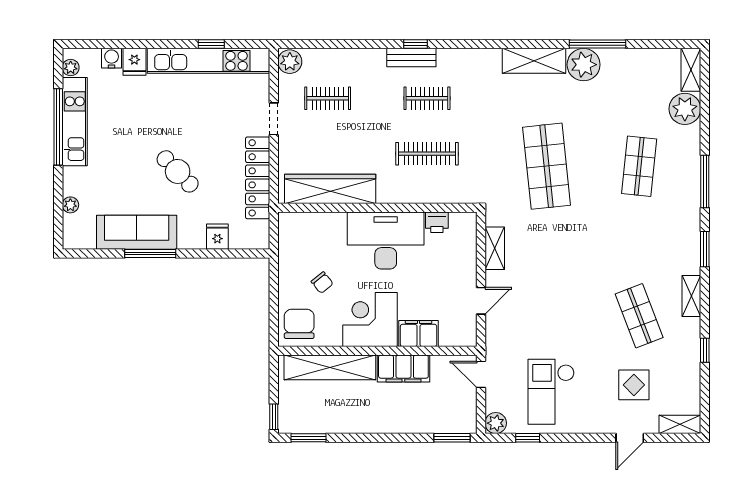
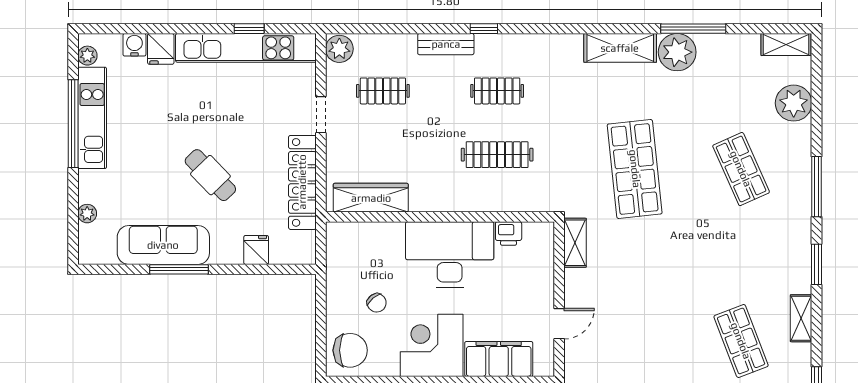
bench: (411, 58) -> (446, 44), moved
shelving: (691, 70) -> (786, 45), moved, turned 90
shop shelf: (639, 166) -> (741, 169), turned -30
wardrobe: (330, 189) -> (371, 198), width x0.71, depth x0.85
shelving: (495, 248) -> (575, 243), moved
chair: (299, 324) -> (350, 350), turned 90
filing cabinet: (419, 334) -> (499, 359), width x1.50, depth x1.17

